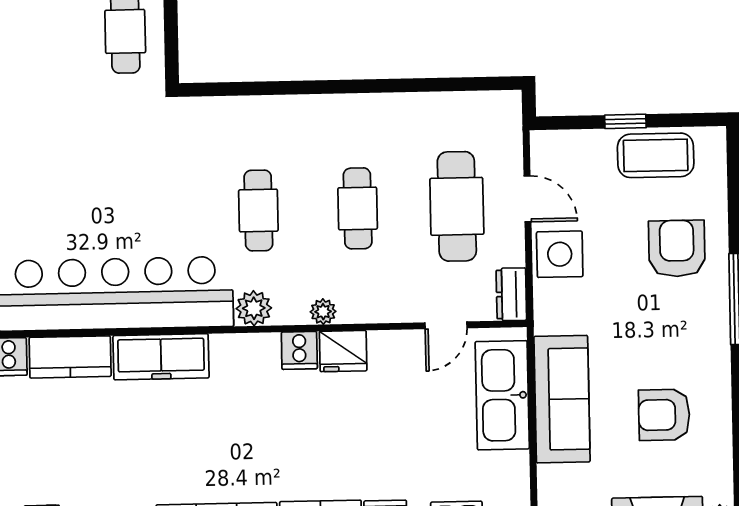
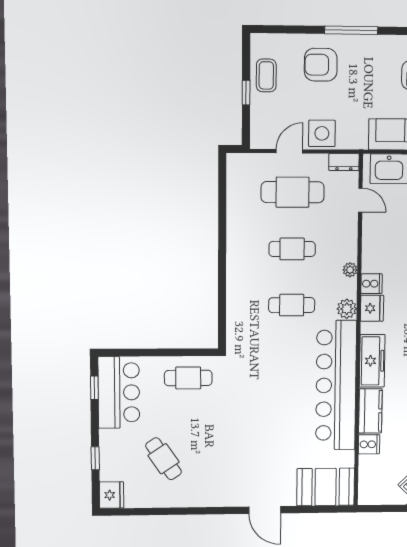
coffee table: (656, 155) -> (266, 75), width x0.73, depth x0.77
fridge: (343, 351) -> (372, 308), moved

